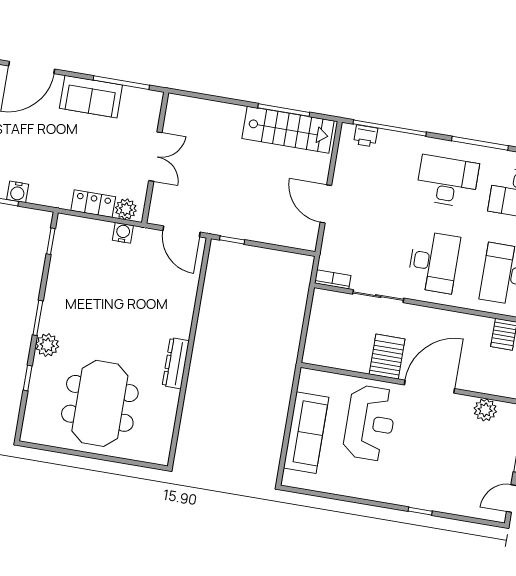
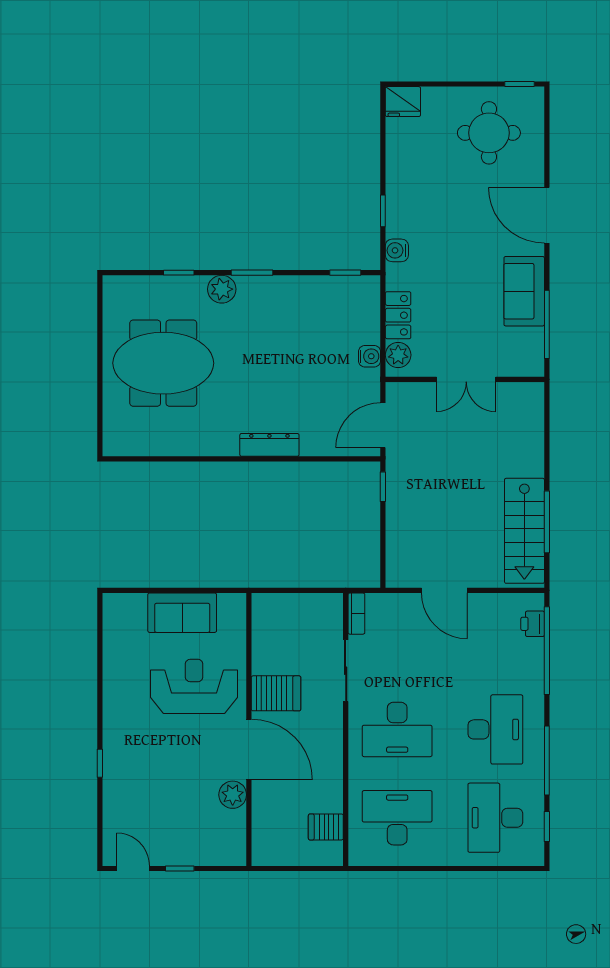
water cooler: (18, 192) -> (397, 250), moved
door: (326, 204) -> (444, 590), swing flipped
dresser: (176, 363) -> (269, 445), moved
plant: (485, 410) -> (233, 795), moved
reception desk: (370, 423) -> (194, 686), turned 180
sofa: (306, 433) -> (182, 613), width x0.73

